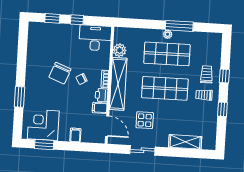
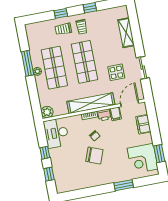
plant: (120, 50) -> (47, 112), moved
filing cabinet: (75, 135) -> (143, 124), width x2.00

